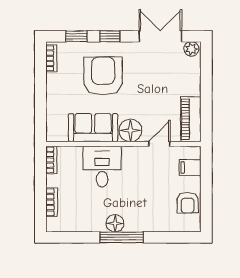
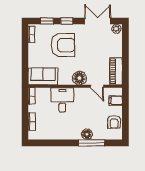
armchair: (103, 76) -> (63, 45), turned 90
sofa: (93, 128) -> (43, 76), moved
door: (159, 144) -> (97, 86), swing flipped
floor lamp: (115, 223) -> (87, 134), moved
window: (122, 237) -> (92, 143), moved

